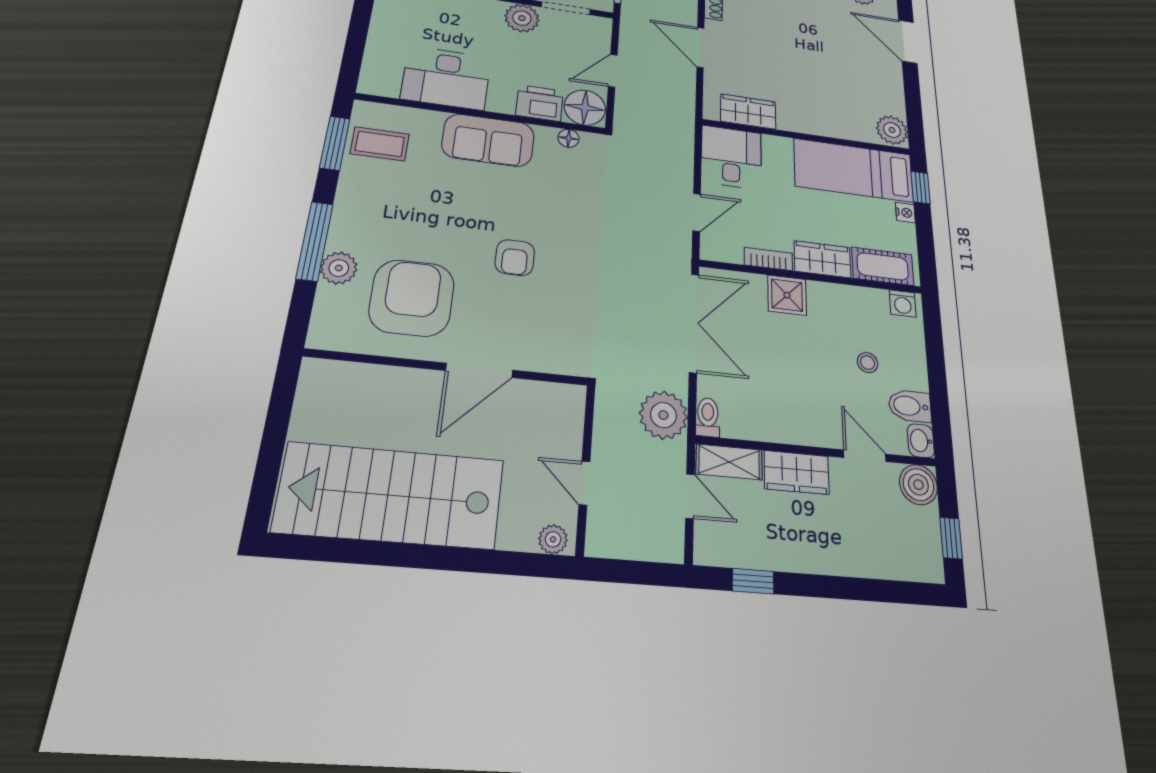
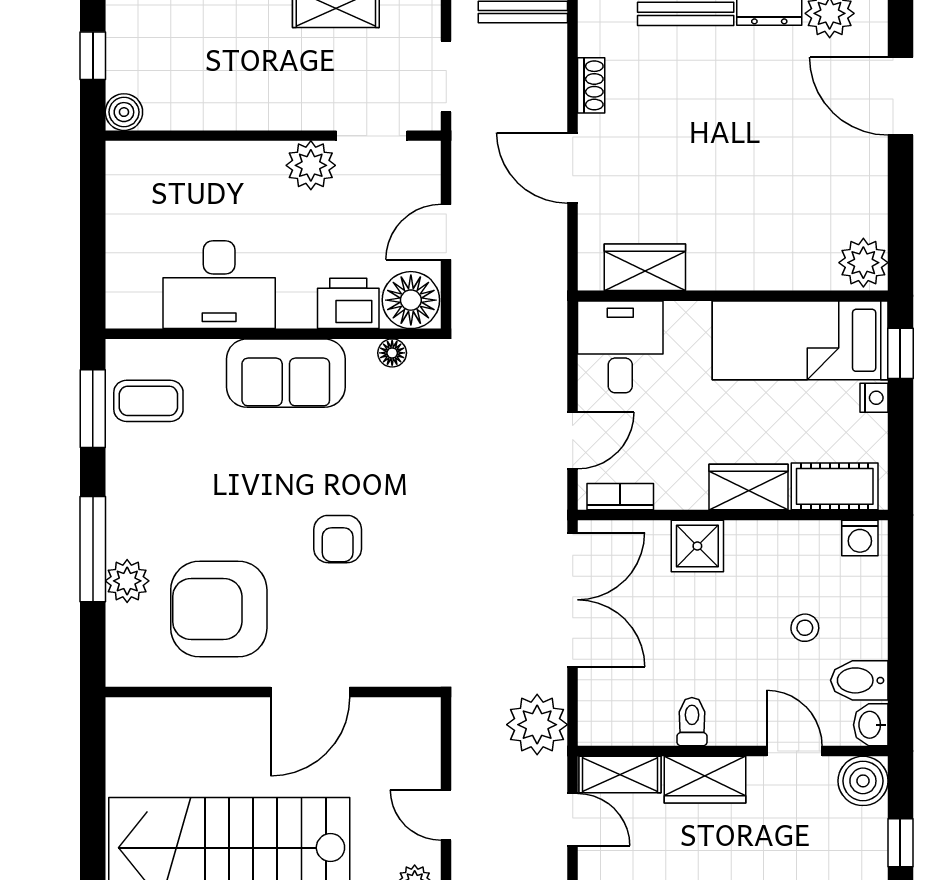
bookcase: (768, 259) -> (620, 497), moved
armchair: (412, 298) -> (219, 609), turned -90
toilet: (708, 417) -> (692, 722), moved

